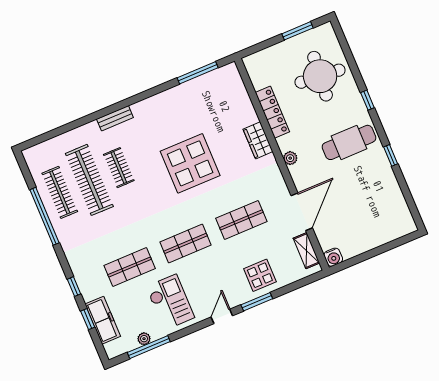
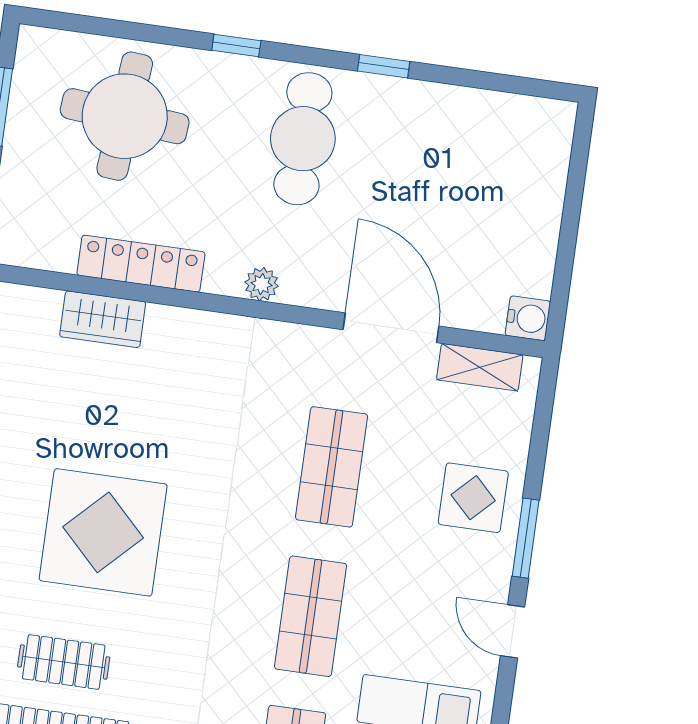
wardrobe: (258, 140) -> (103, 319), moved
display table: (190, 163) -> (103, 532), moved

